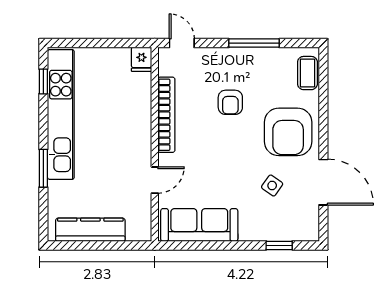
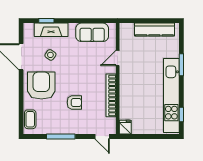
armchair: (230, 102) -> (74, 103), turned 90
sofa: (199, 225) -> (92, 32), width x0.73
fireplace: (271, 229) -> (51, 30), added

